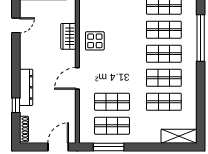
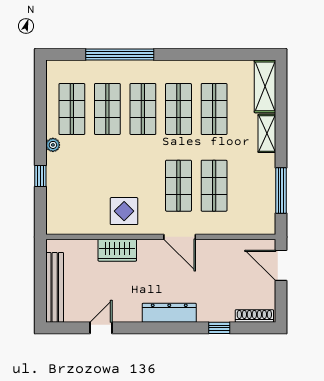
door: (16, 25) -> (101, 328), hinge flipped
dresser: (26, 87) -> (169, 313), moved
shop shelf: (112, 126) -> (178, 186), moved
shelving: (147, 137) -> (267, 133), added

